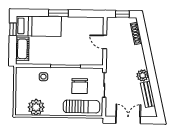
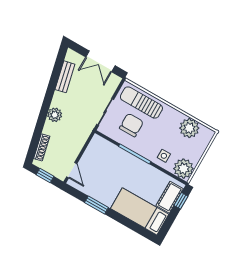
window: (58, 13) -> (96, 205), moved
window: (13, 29) -> (181, 201), moved
door: (105, 42) -> (72, 170), moved
plant: (24, 75) -> (183, 169), added
plant: (143, 75) -> (55, 115), moved

